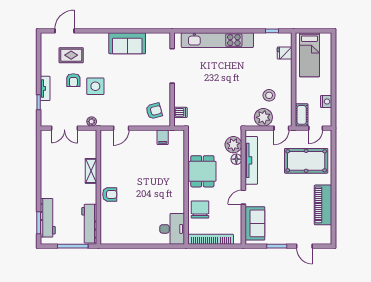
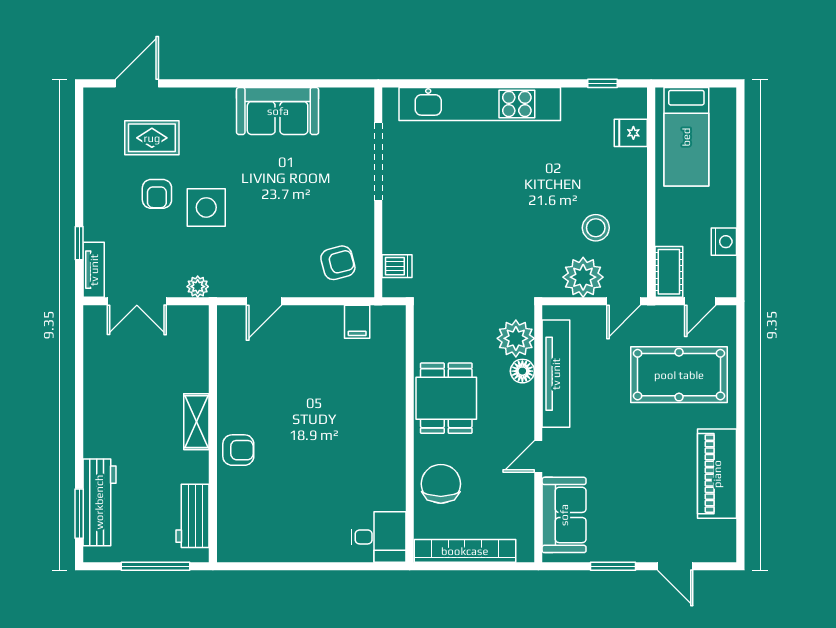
tv unit: (45, 88) -> (94, 270), moved
shelving: (91, 171) -> (196, 422), moved
workbench: (89, 224) -> (193, 516), width x0.73
desk: (172, 229) -> (378, 537), width x0.73

